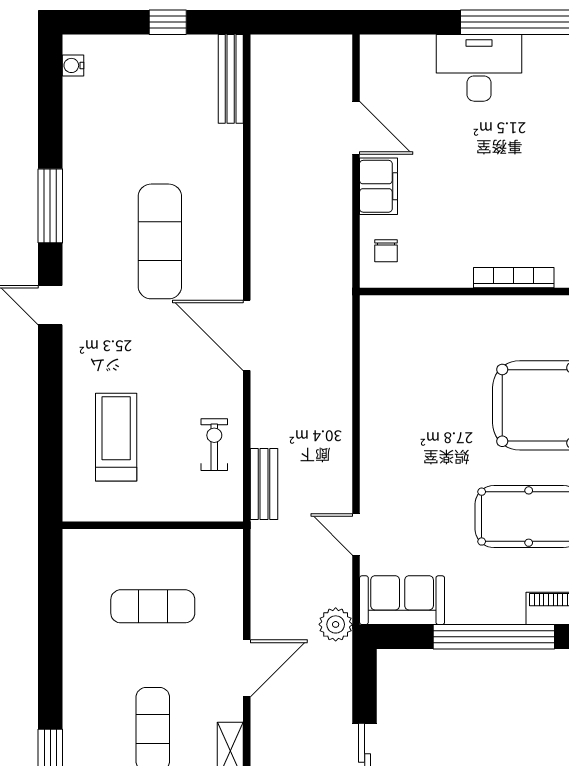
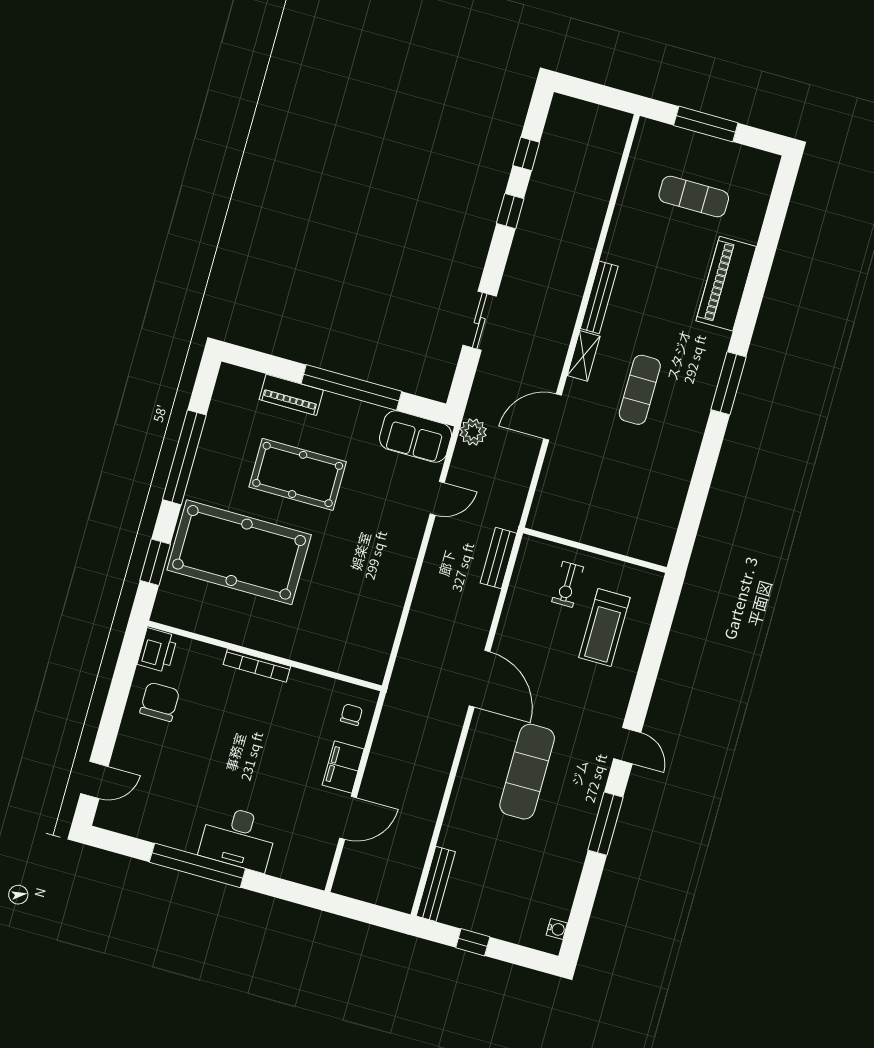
door: (356, 128) -> (348, 818), swing flipped
exercise bike: (214, 445) -> (568, 584), moved
door: (356, 534) -> (437, 498), hinge flipped
exercise mat: (153, 606) -> (613, 486), removed

